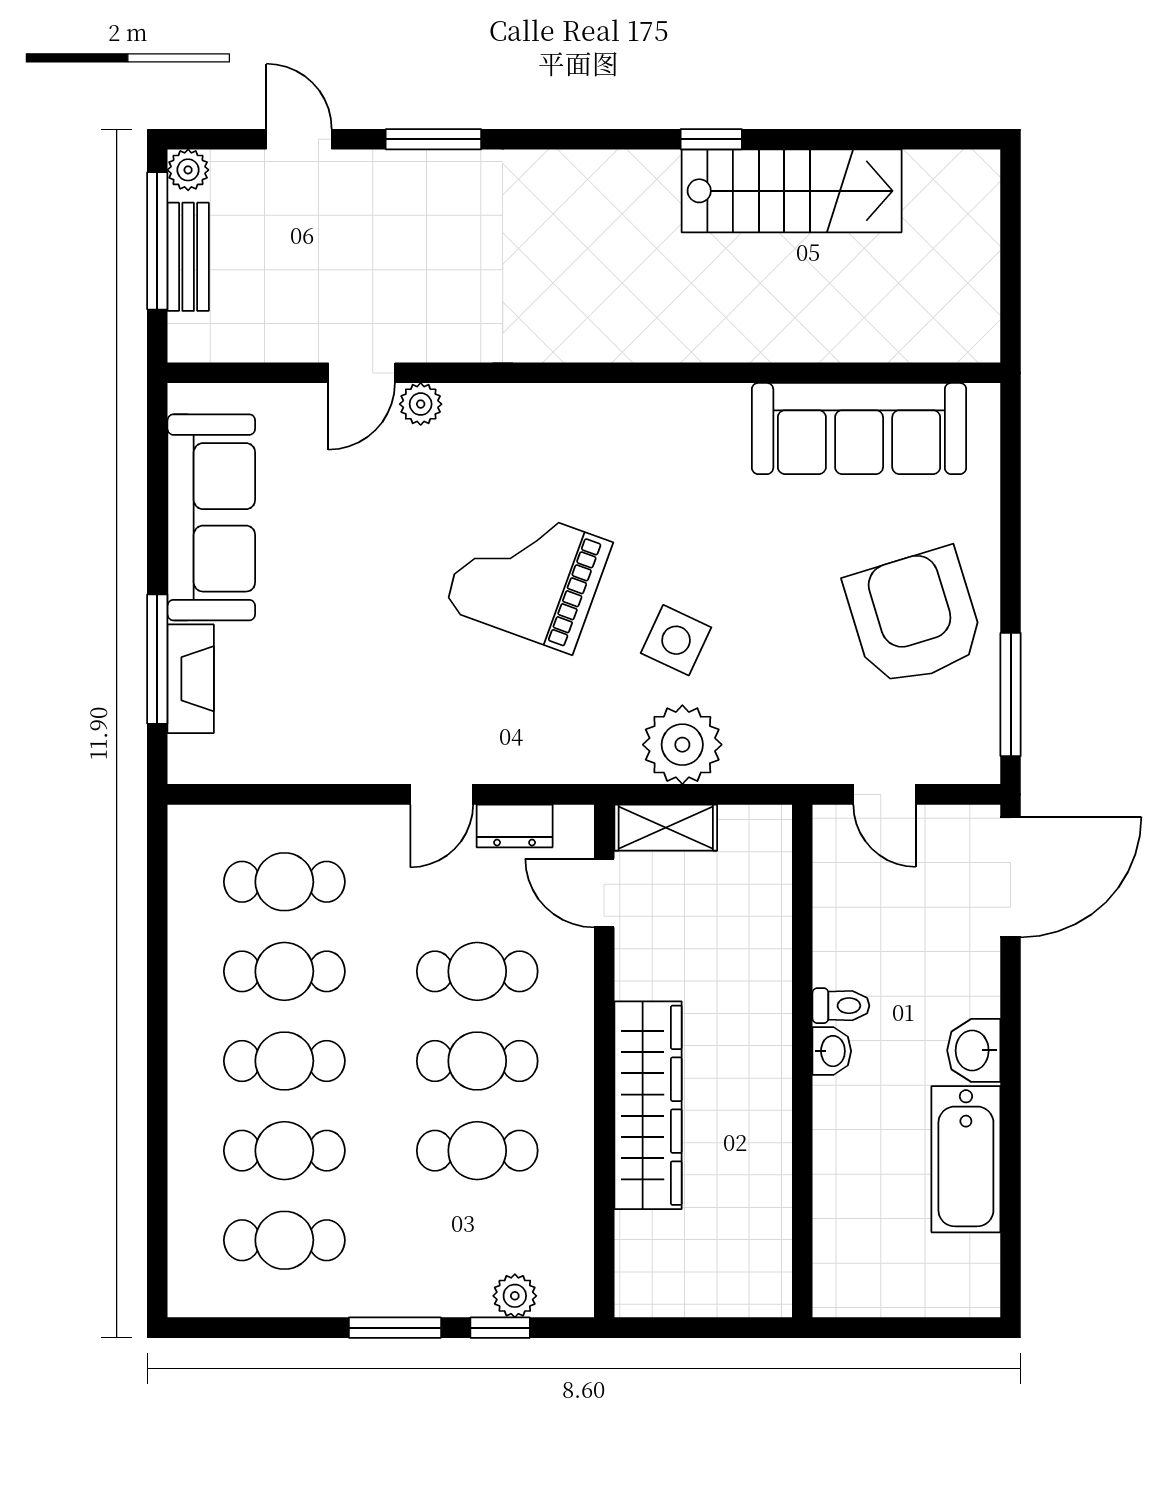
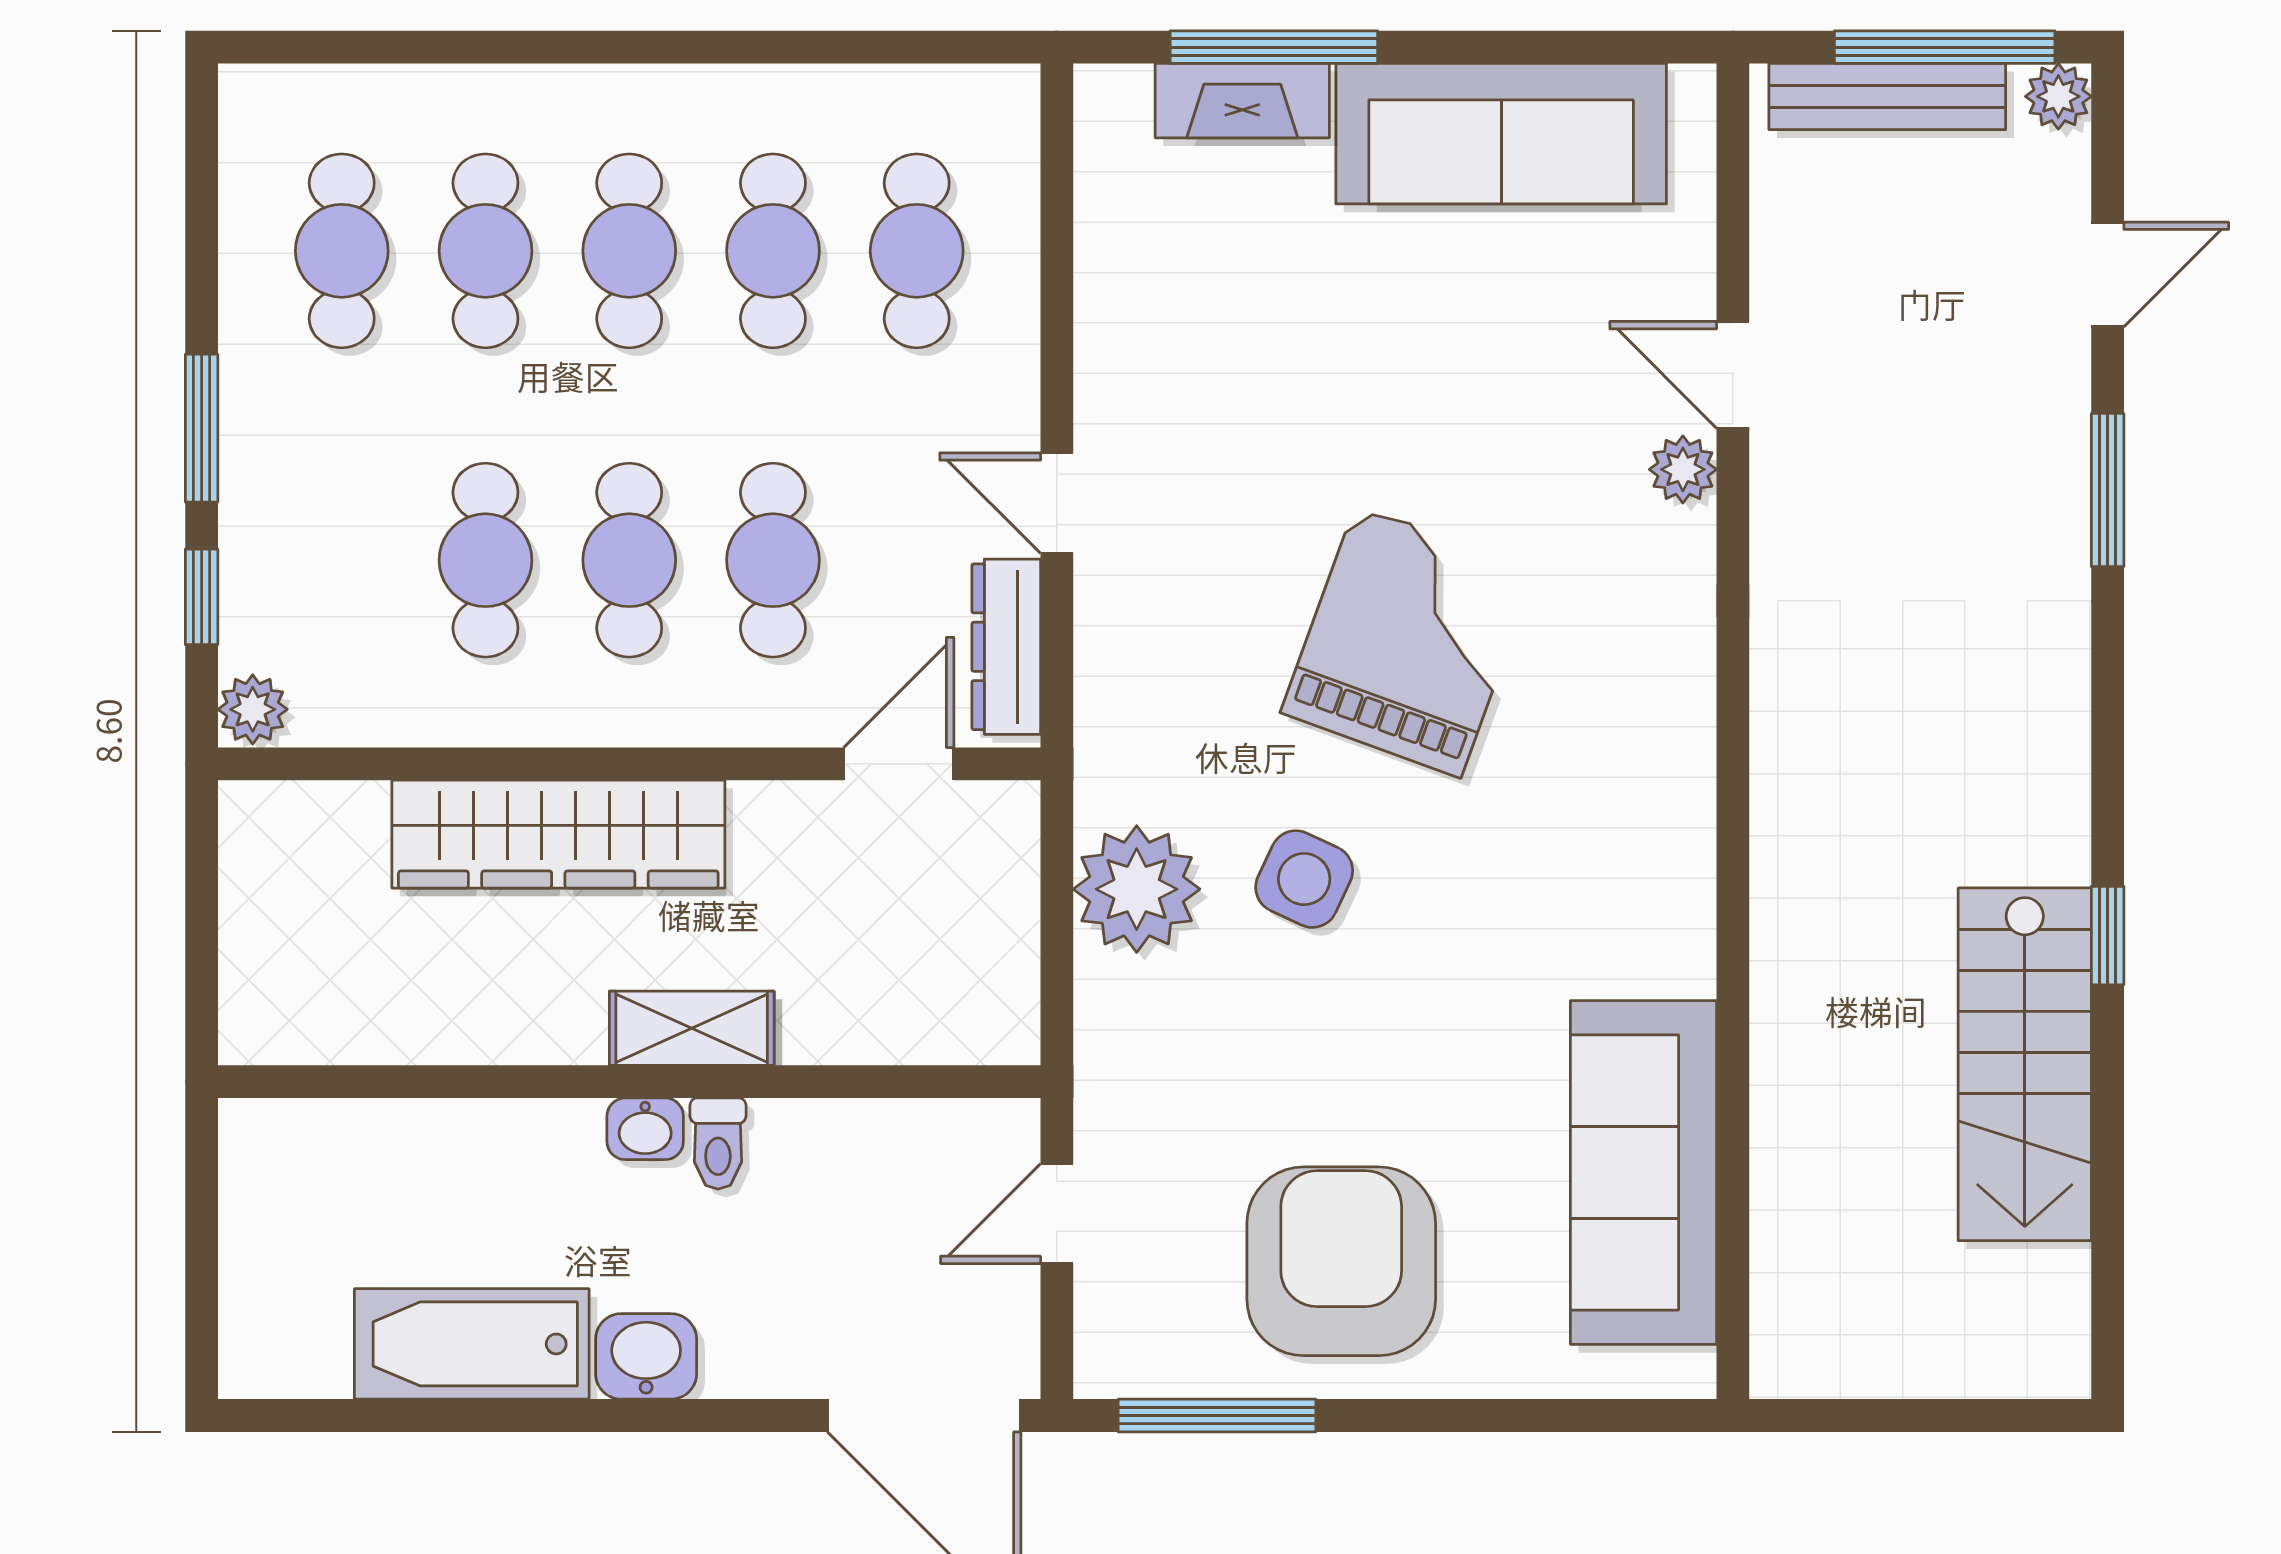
bench: (188, 257) -> (1887, 97), width x1.36
armchair: (914, 617) -> (1341, 1261), turned -73
dresser: (515, 826) -> (1006, 647), width x1.44
shelving: (666, 828) -> (692, 1028), moved, turned 90
plant: (515, 1296) -> (253, 709), moved

